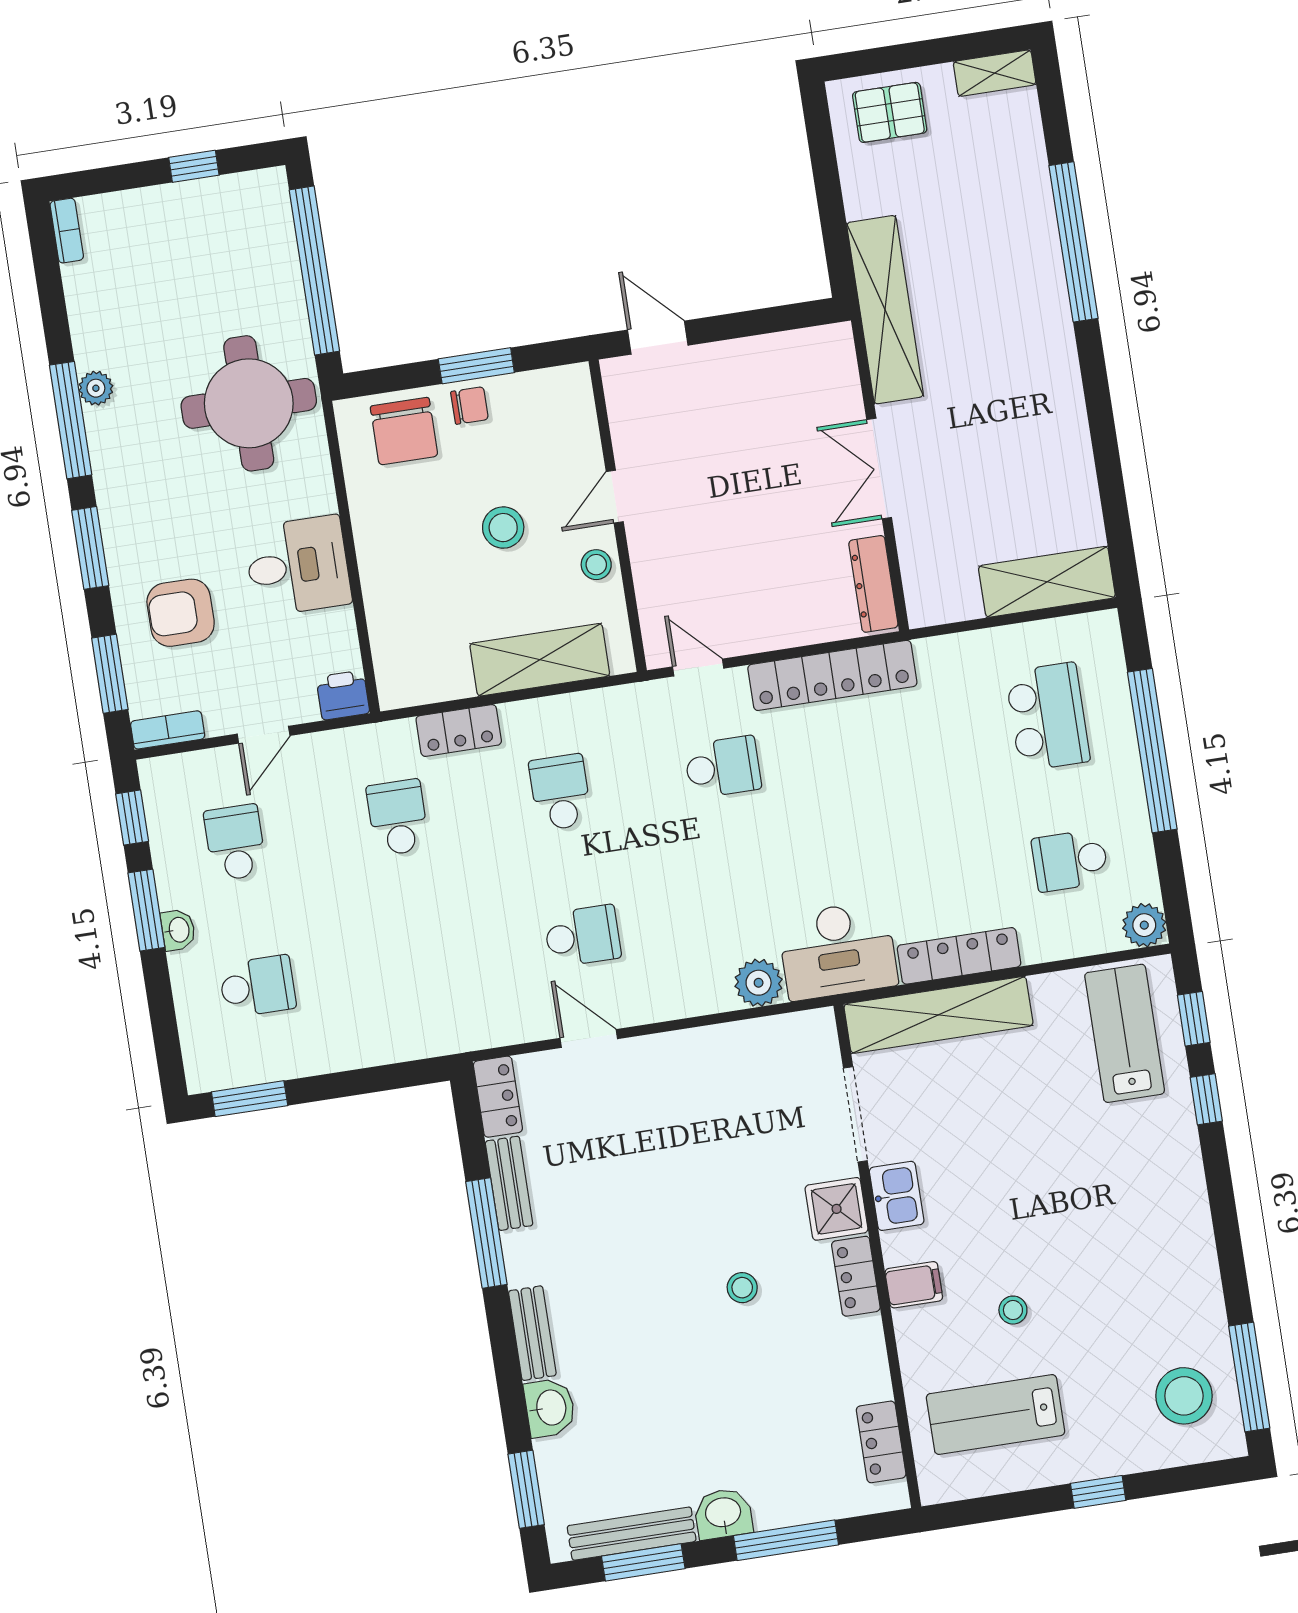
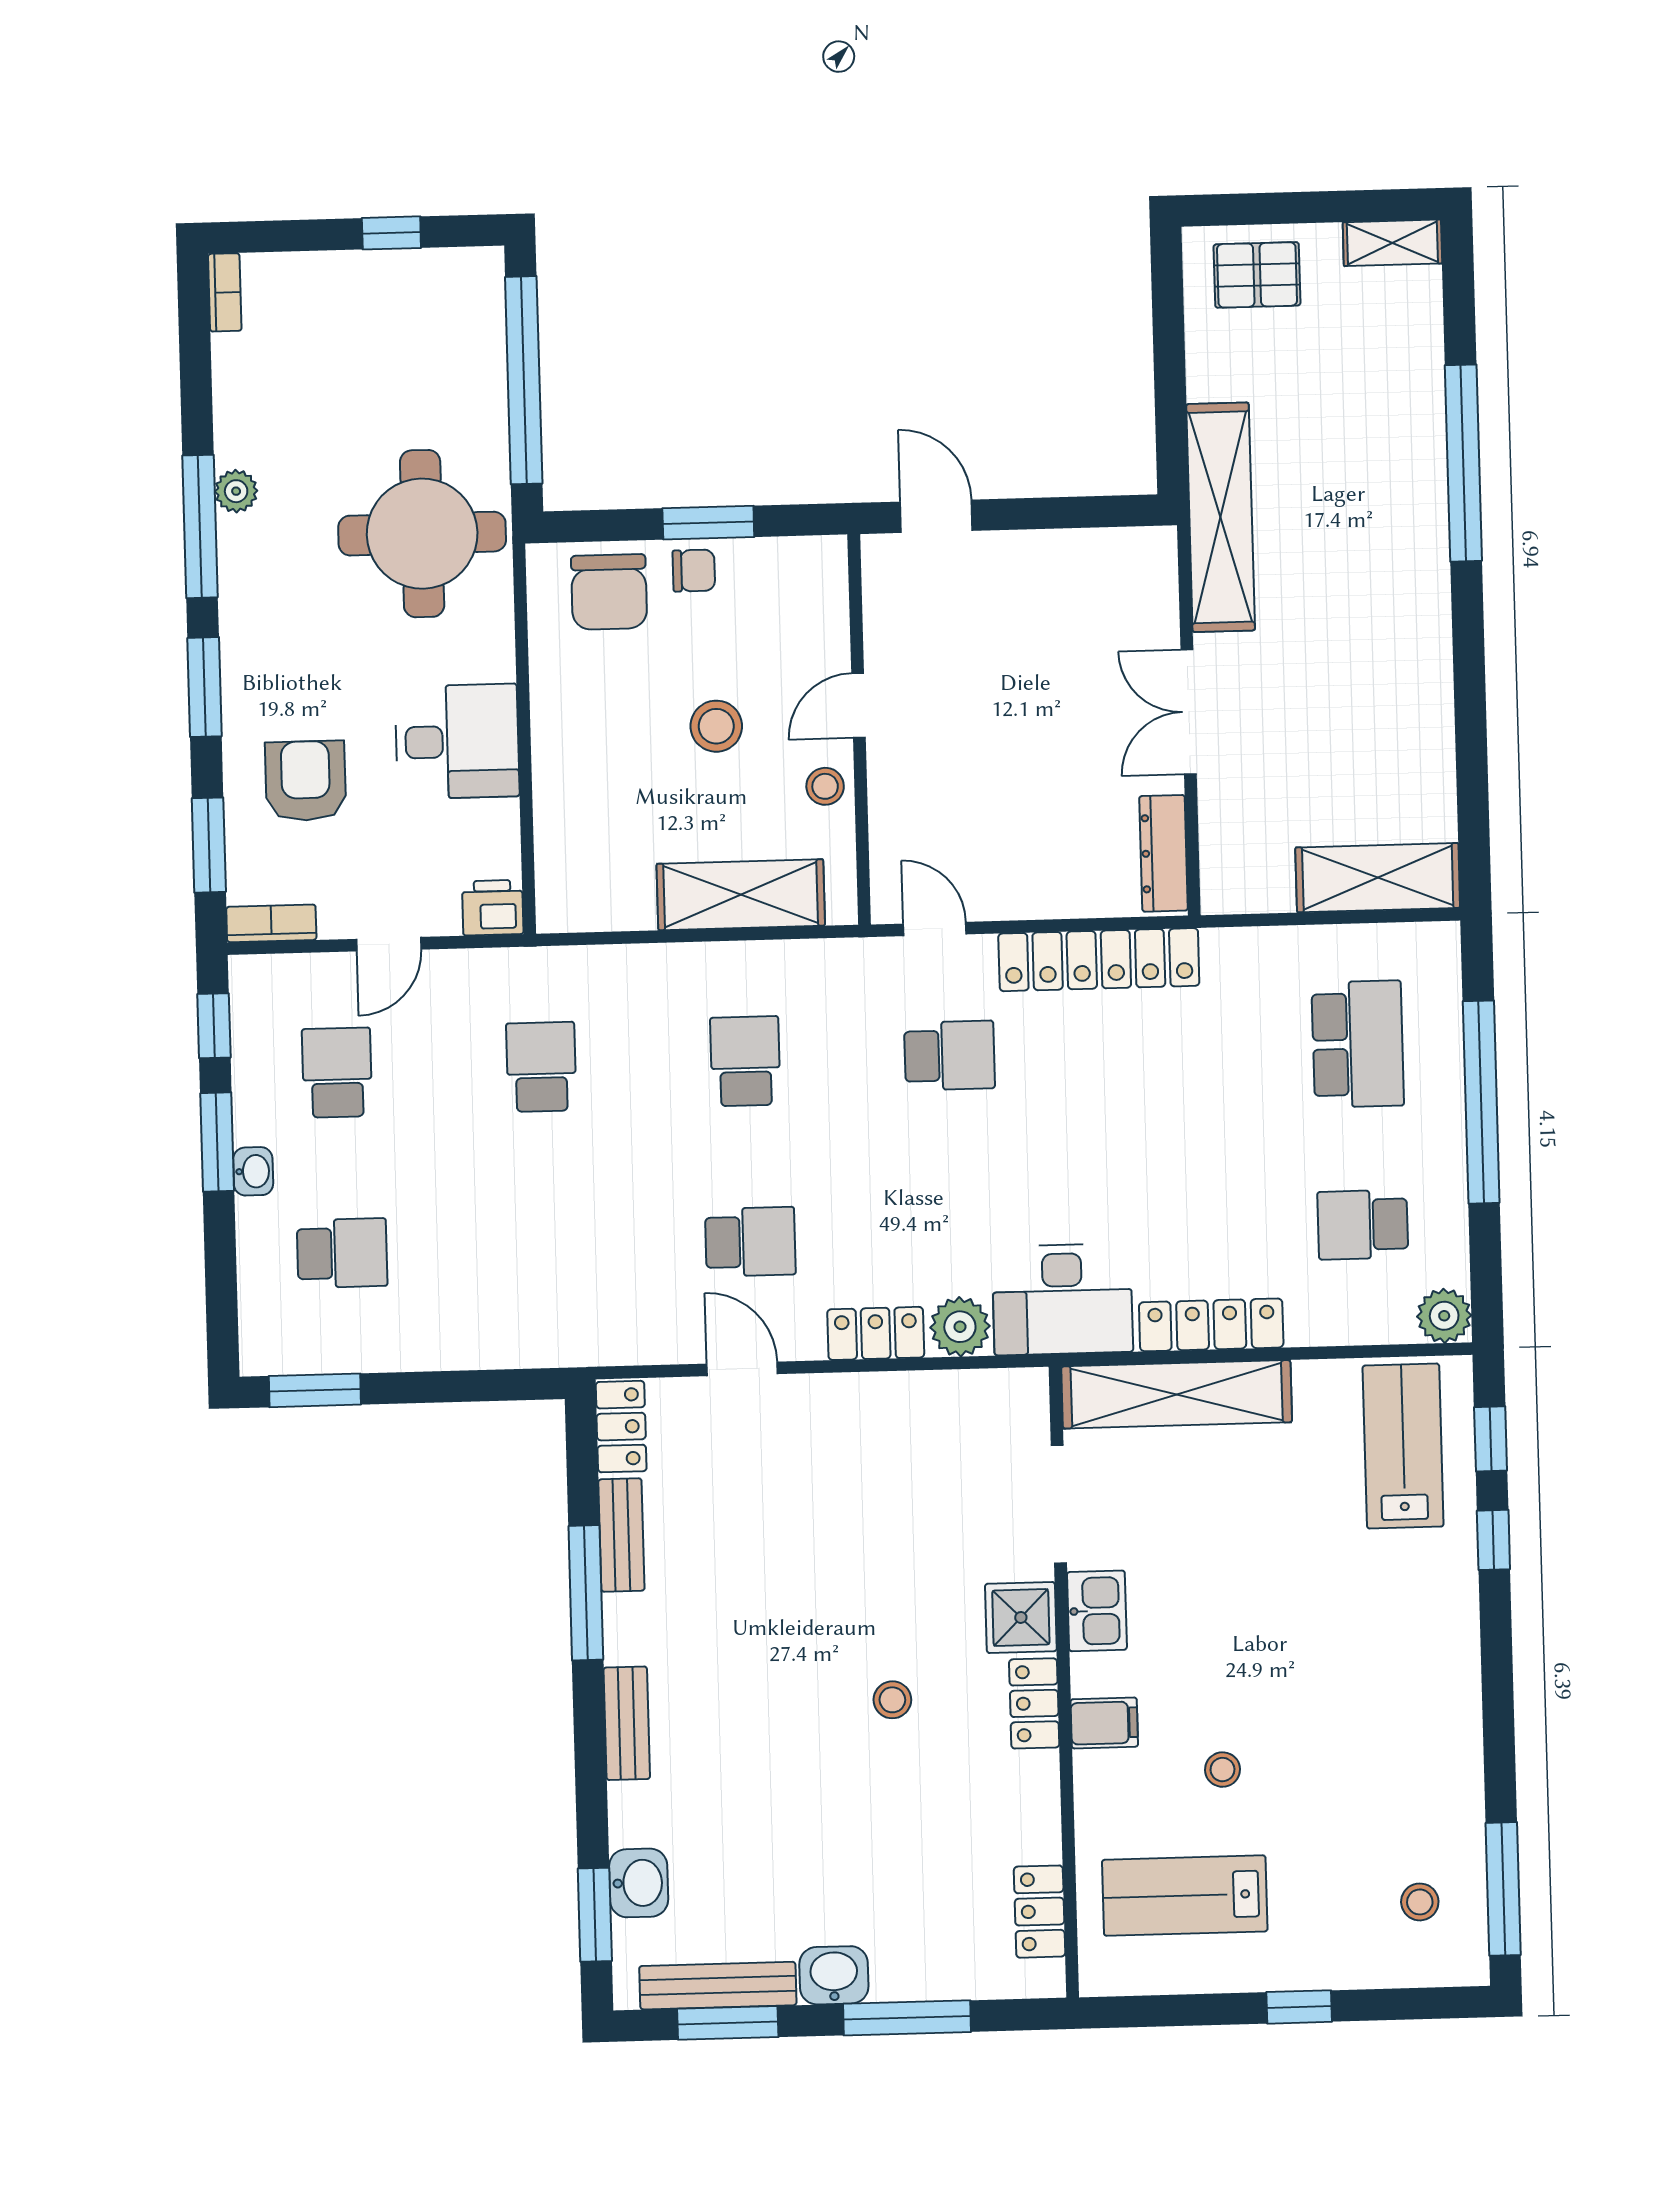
armchair: (181, 613) -> (306, 781), turned 90
locker: (459, 730) -> (876, 1333), moved, turned 180
stool: (1184, 1396) -> (1420, 1902), width x0.53, depth x0.53
washbasin: (550, 1408) -> (639, 1883), moved

